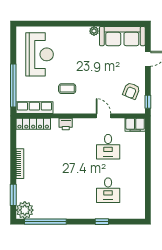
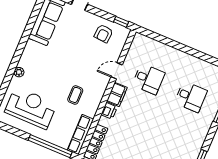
plant: (94, 31) -> (19, 72), moved
armchair: (131, 91) -> (104, 33), turned 73
filing cabinet: (135, 125) -> (117, 94), moved

